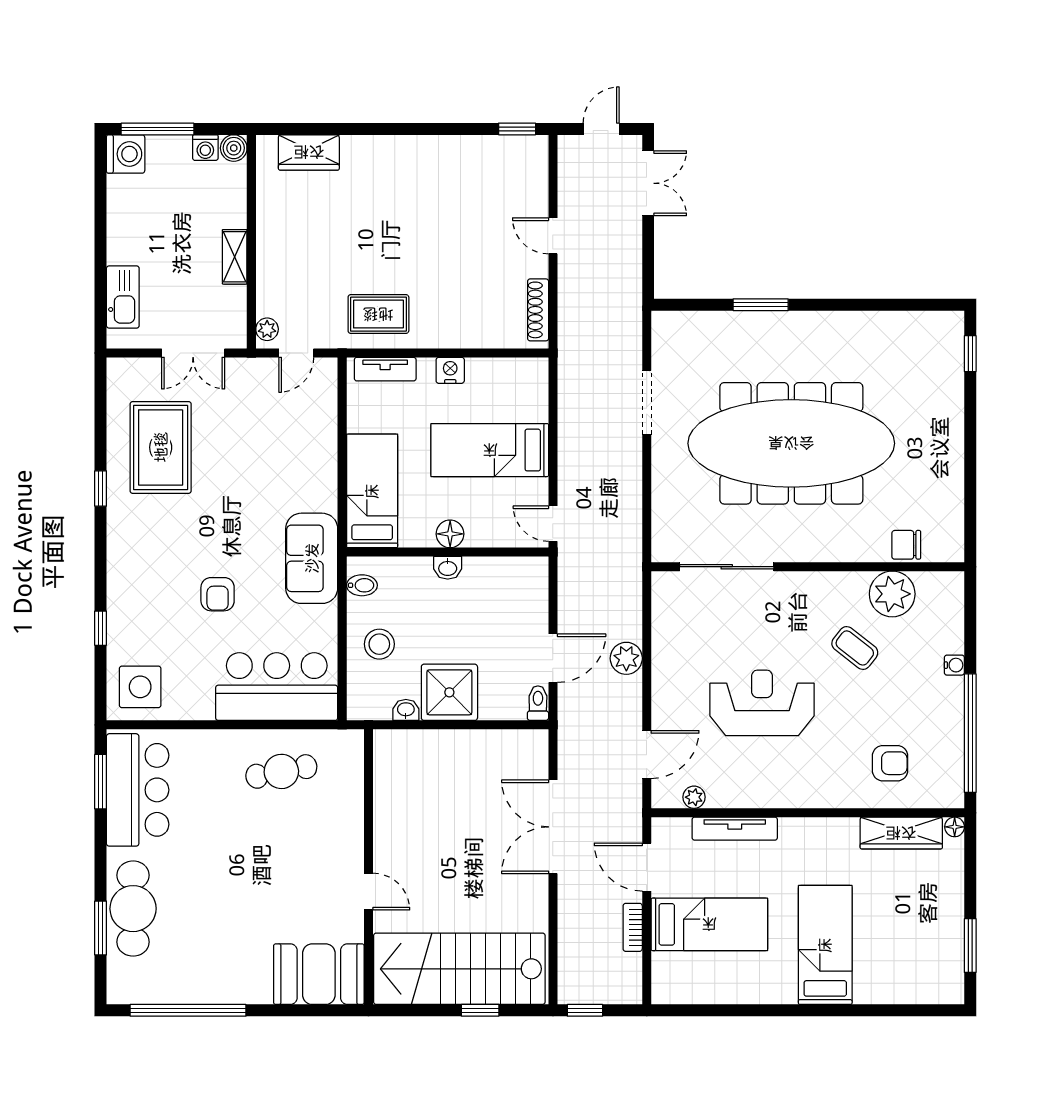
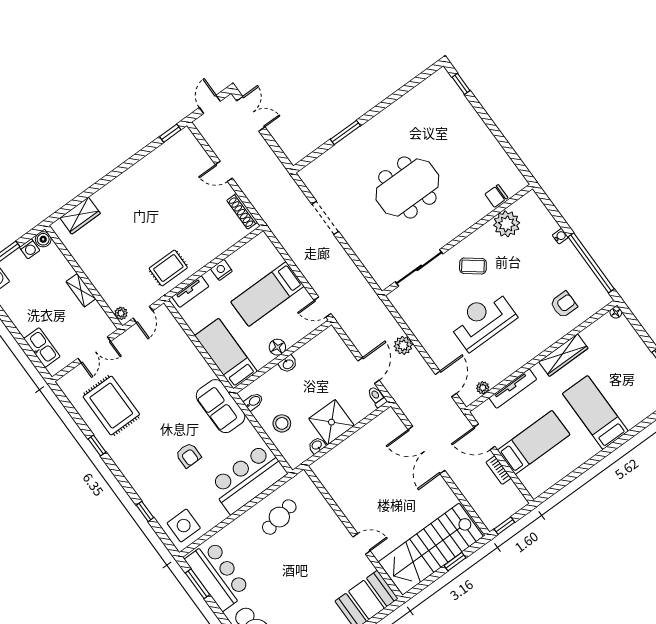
meeting table: (791, 443) -> (407, 187), width x0.54, depth x0.79
coffee table: (855, 648) -> (473, 266), moved
wardrobe: (901, 833) -> (563, 355), moved

